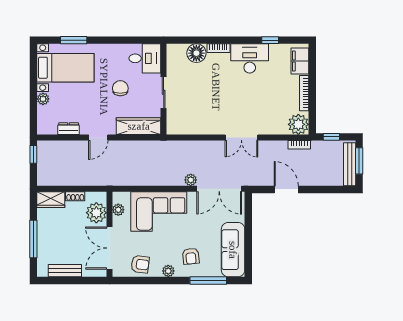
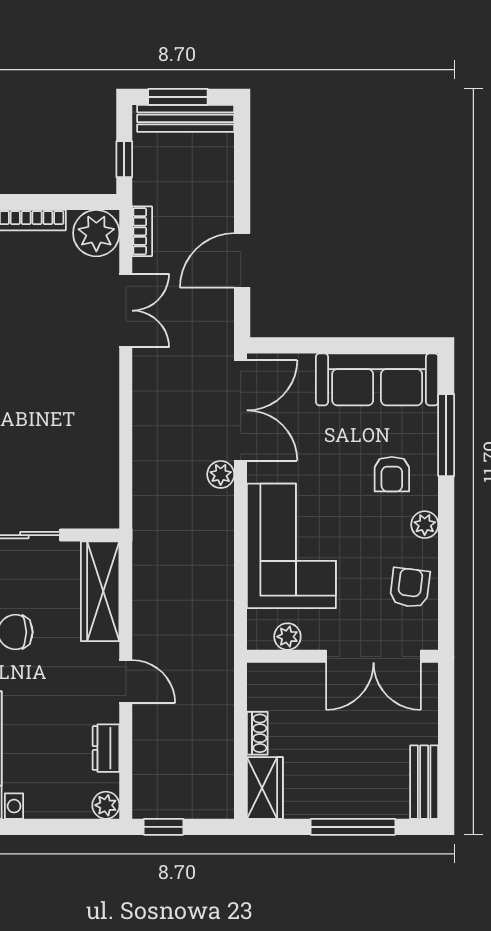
plant: (43, 99) -> (106, 805), moved
double door: (241, 138) -> (126, 311), moved
plant: (96, 213) -> (294, 686), removed
armchair: (191, 256) -> (392, 474), turned 96
bench: (65, 271) -> (424, 782), moved

